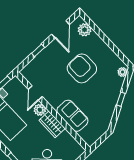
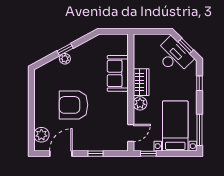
armchair: (82, 68) -> (73, 105), turned 90
plant: (122, 72) -> (65, 59), moved
door: (35, 93) -> (131, 133), moved

